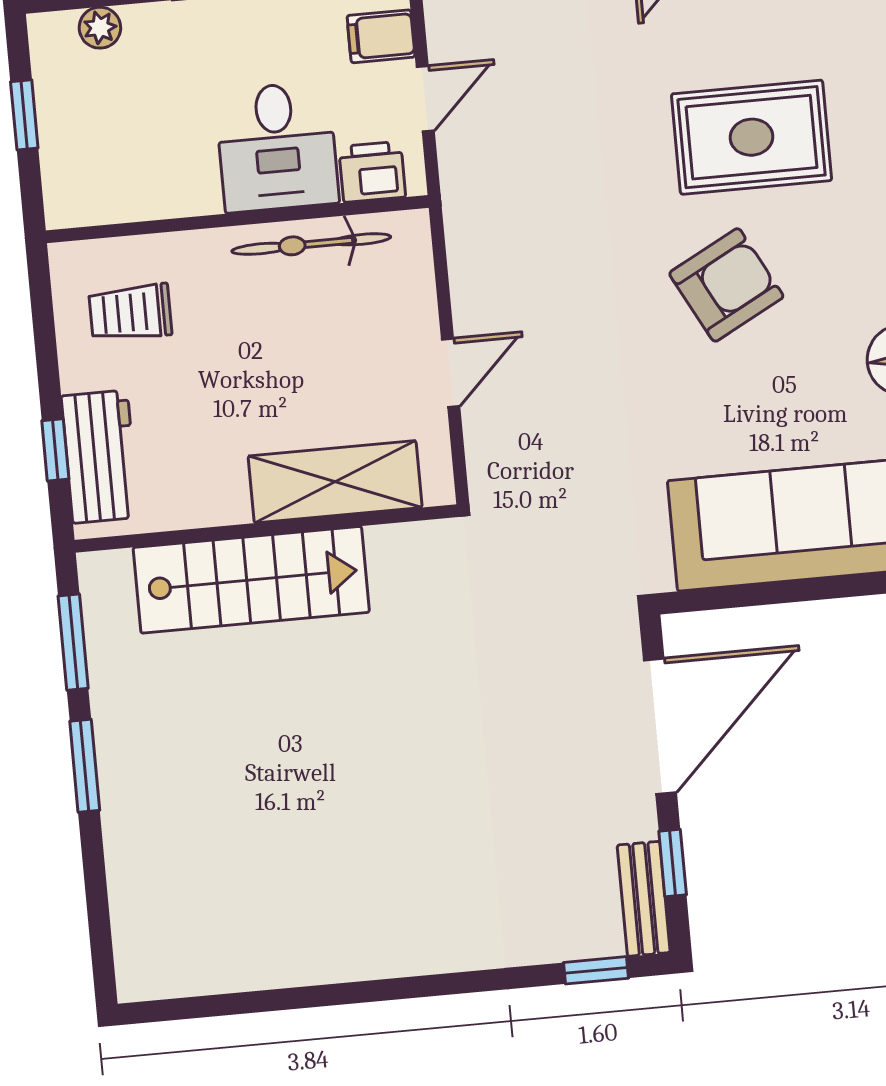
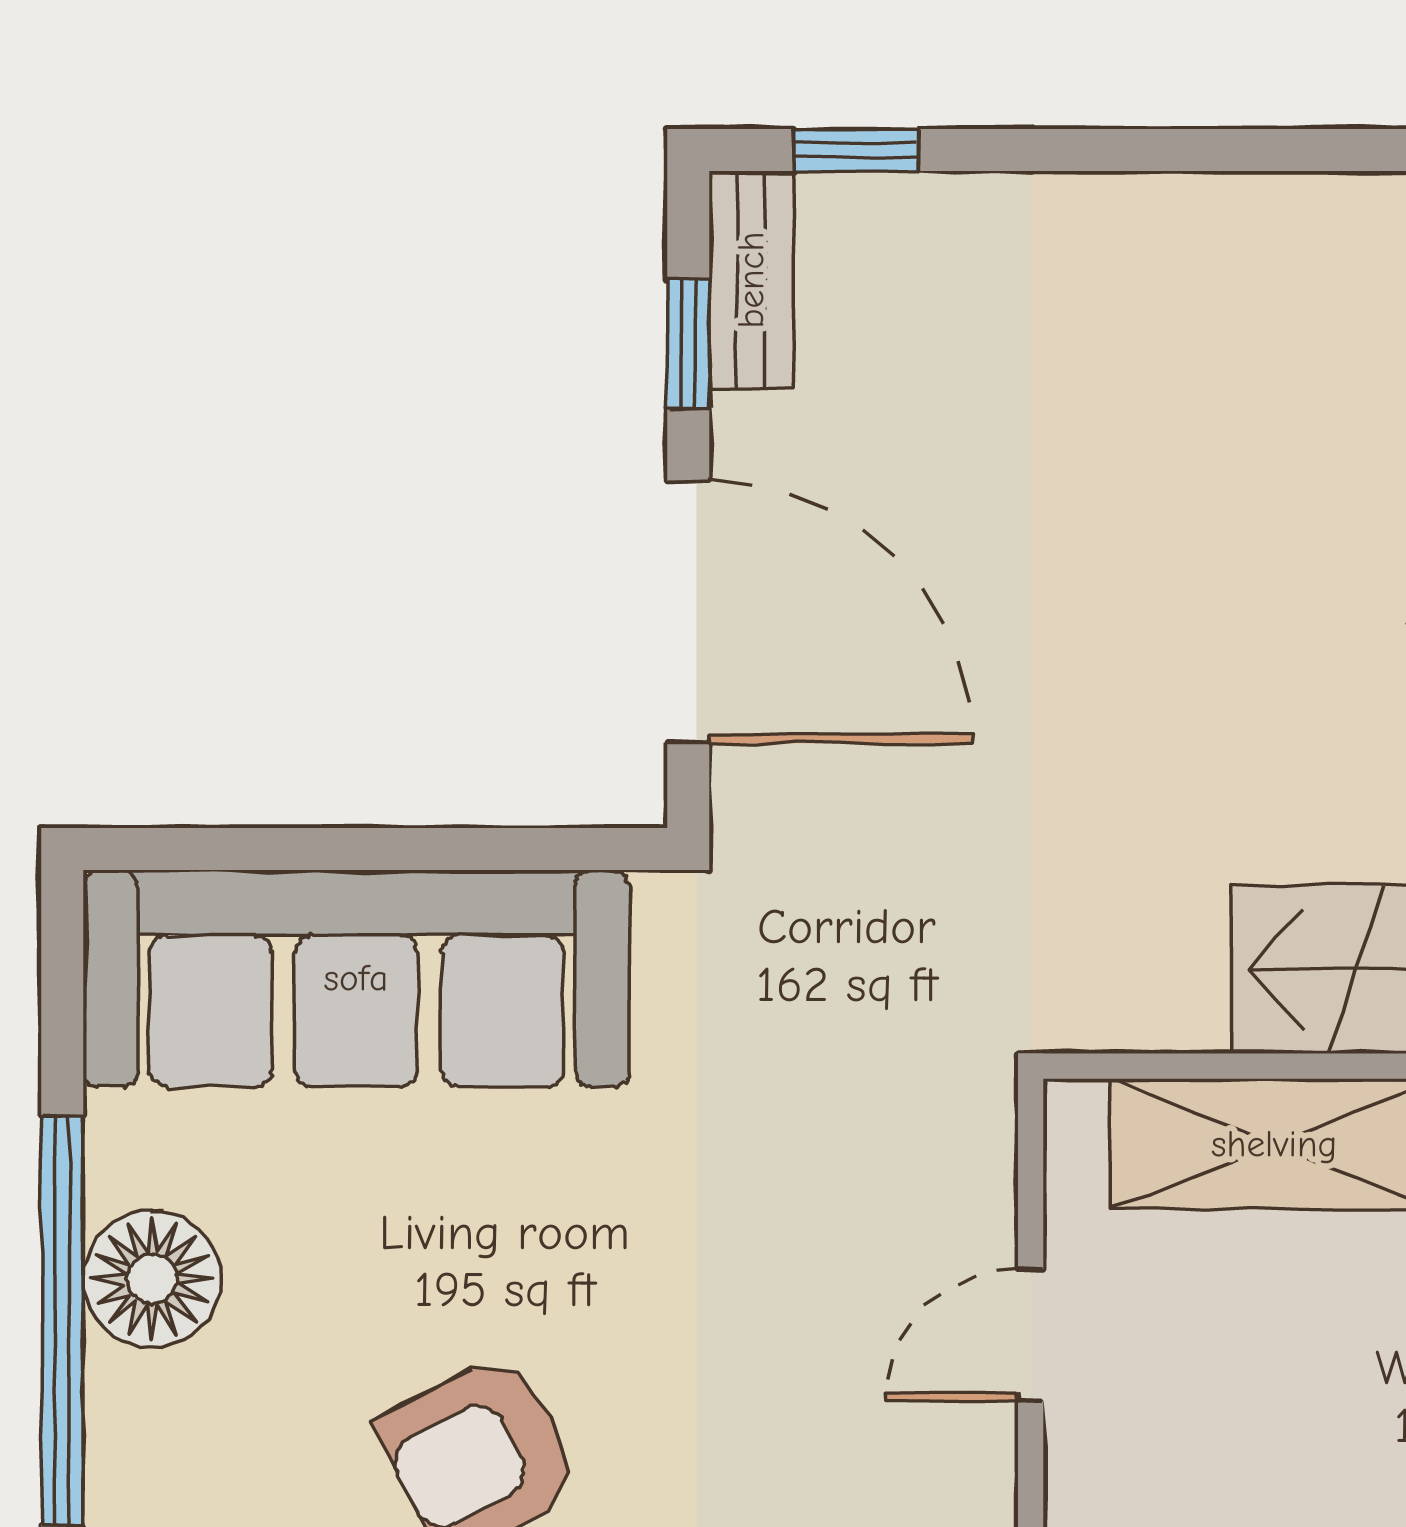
door: (660, 726) -> (688, 612), swing flipped

